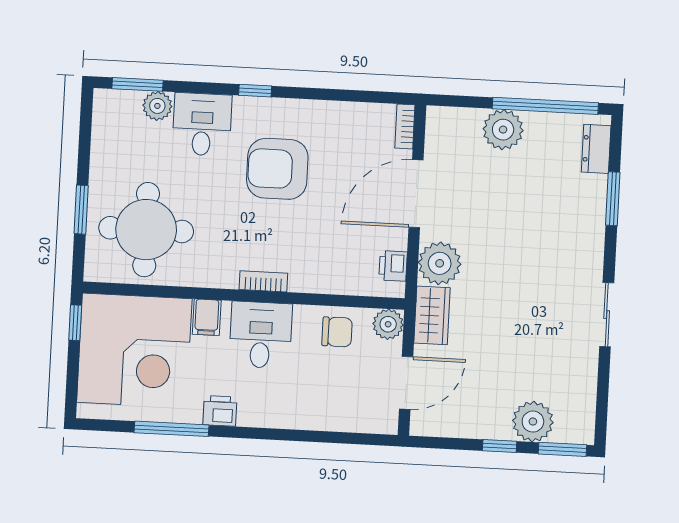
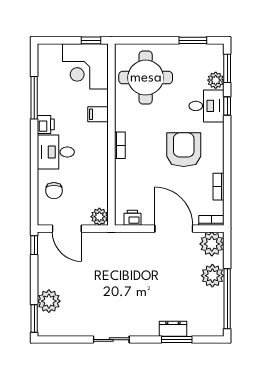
window: (255, 91) -> (227, 106), moved
bookcase: (346, 111) -> (218, 187), added
dresser: (596, 149) -> (173, 329), moved
window: (81, 210) -> (193, 40), moved
plant: (440, 263) -> (212, 244), moved
wardrobe: (432, 315) -> (106, 241), removed
chair: (337, 332) -> (54, 191), moved
desk: (261, 335) -> (56, 152), moved, turned 180
corner desk: (134, 350) -> (85, 66), width x0.74, depth x0.74
window: (500, 446) -> (34, 245), moved

